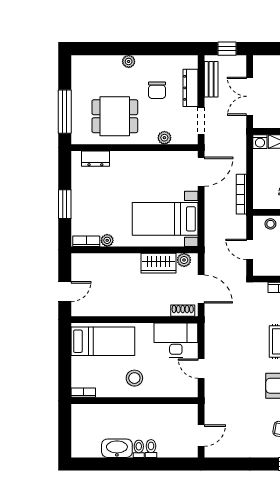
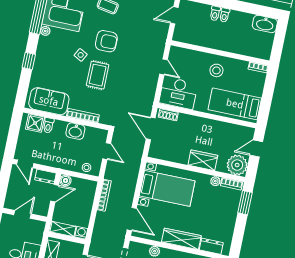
wardrobe: (134, 160) -> (181, 239), added
door: (201, 172) -> (132, 219), swing flipped
window: (65, 204) -> (245, 203), moved
plant: (184, 260) -> (237, 165), moved, width x1.87, depth x1.87
wardrobe: (158, 263) -> (203, 160), moved
washbasin: (117, 448) -> (265, 24), moved

